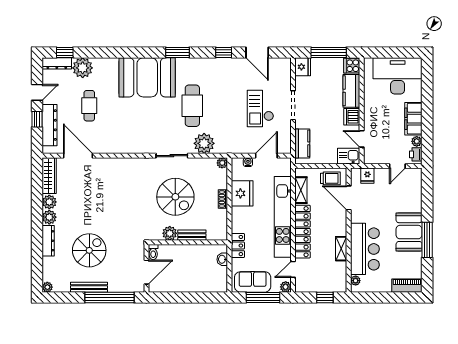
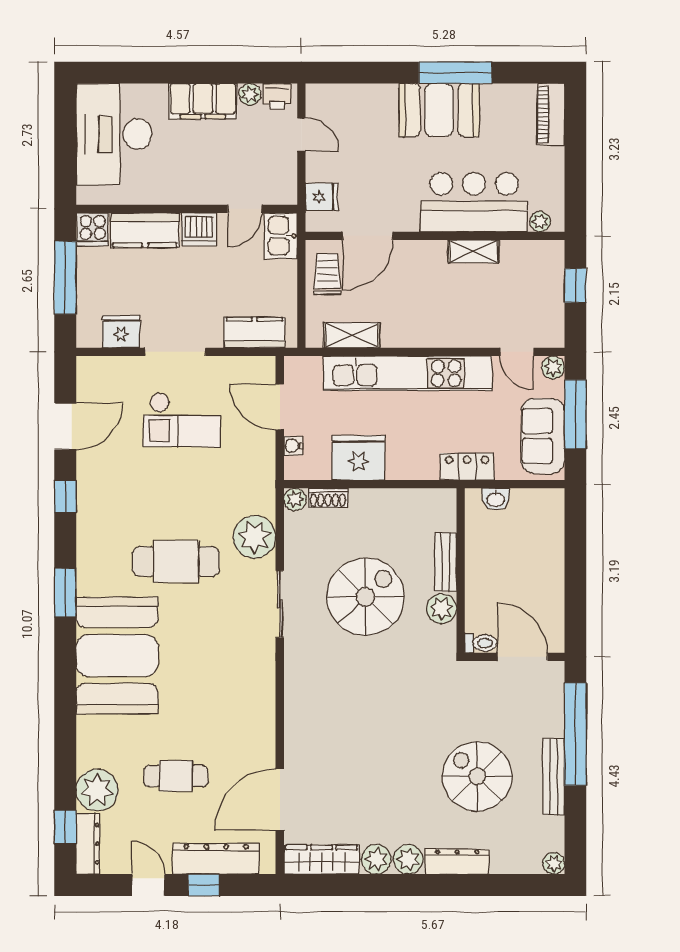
fridge: (303, 67) -> (121, 332), moved
shoe rack: (223, 199) -> (328, 498), moved
locker: (303, 232) -> (438, 332), removed

